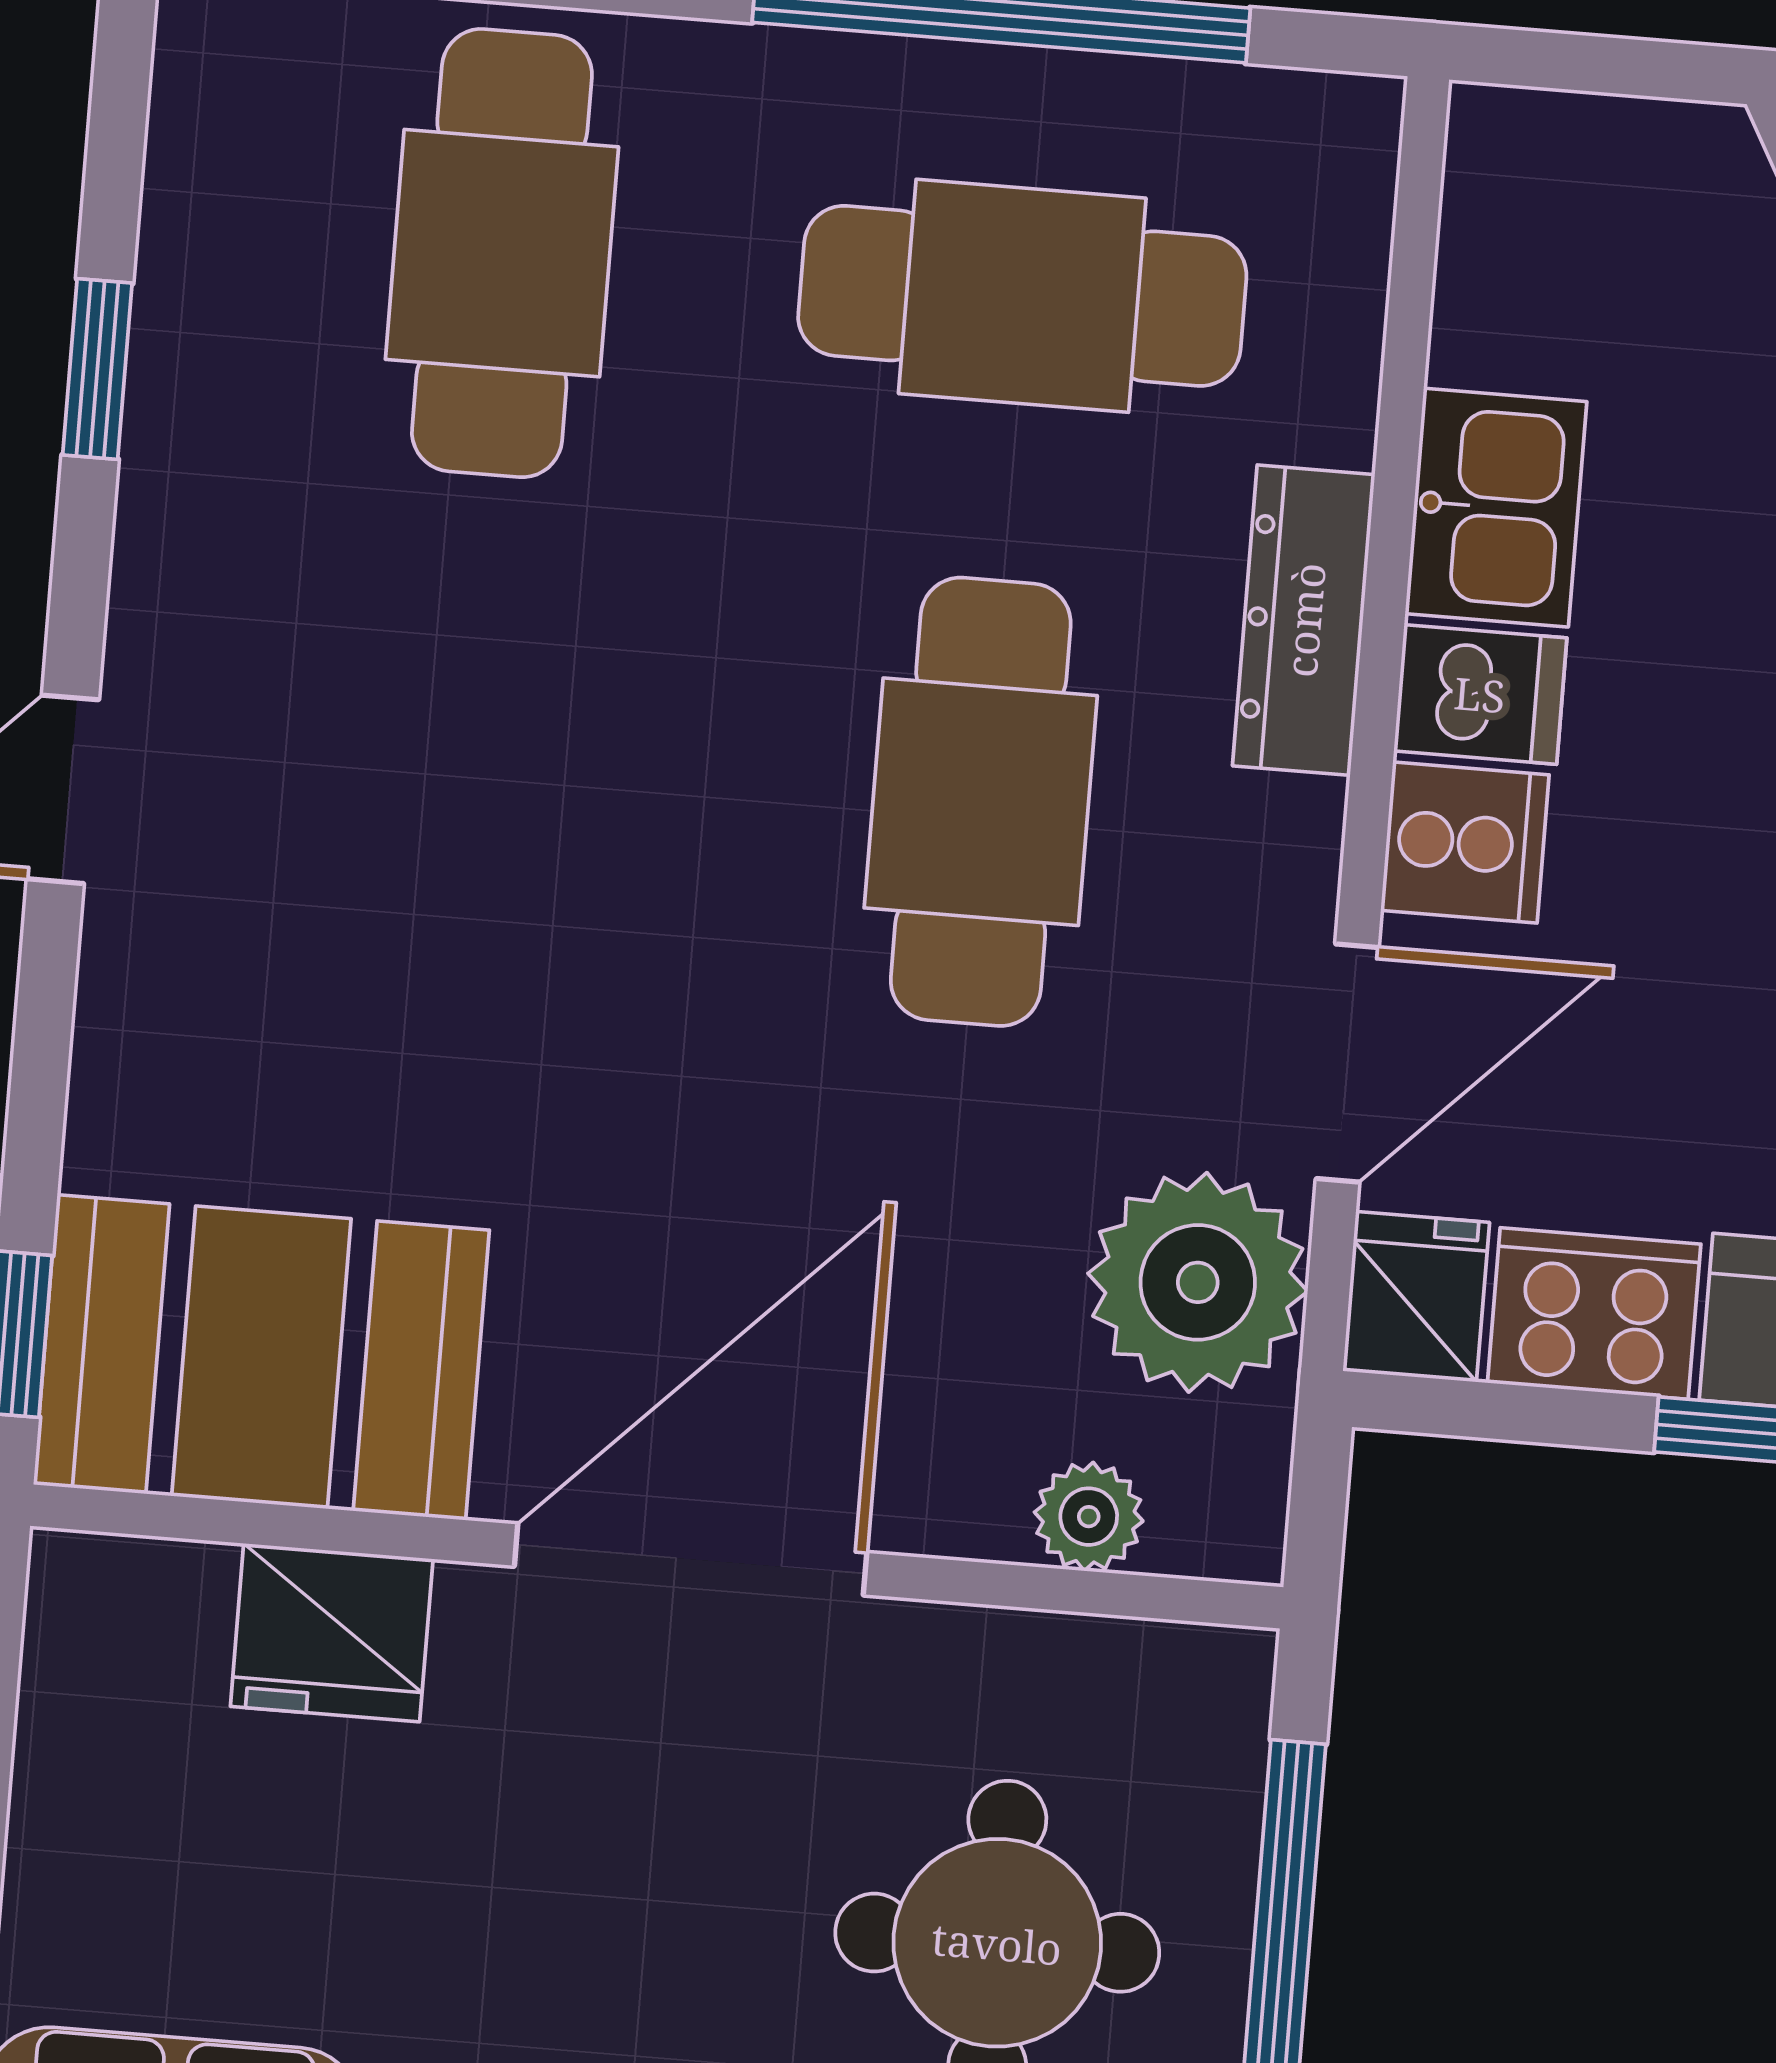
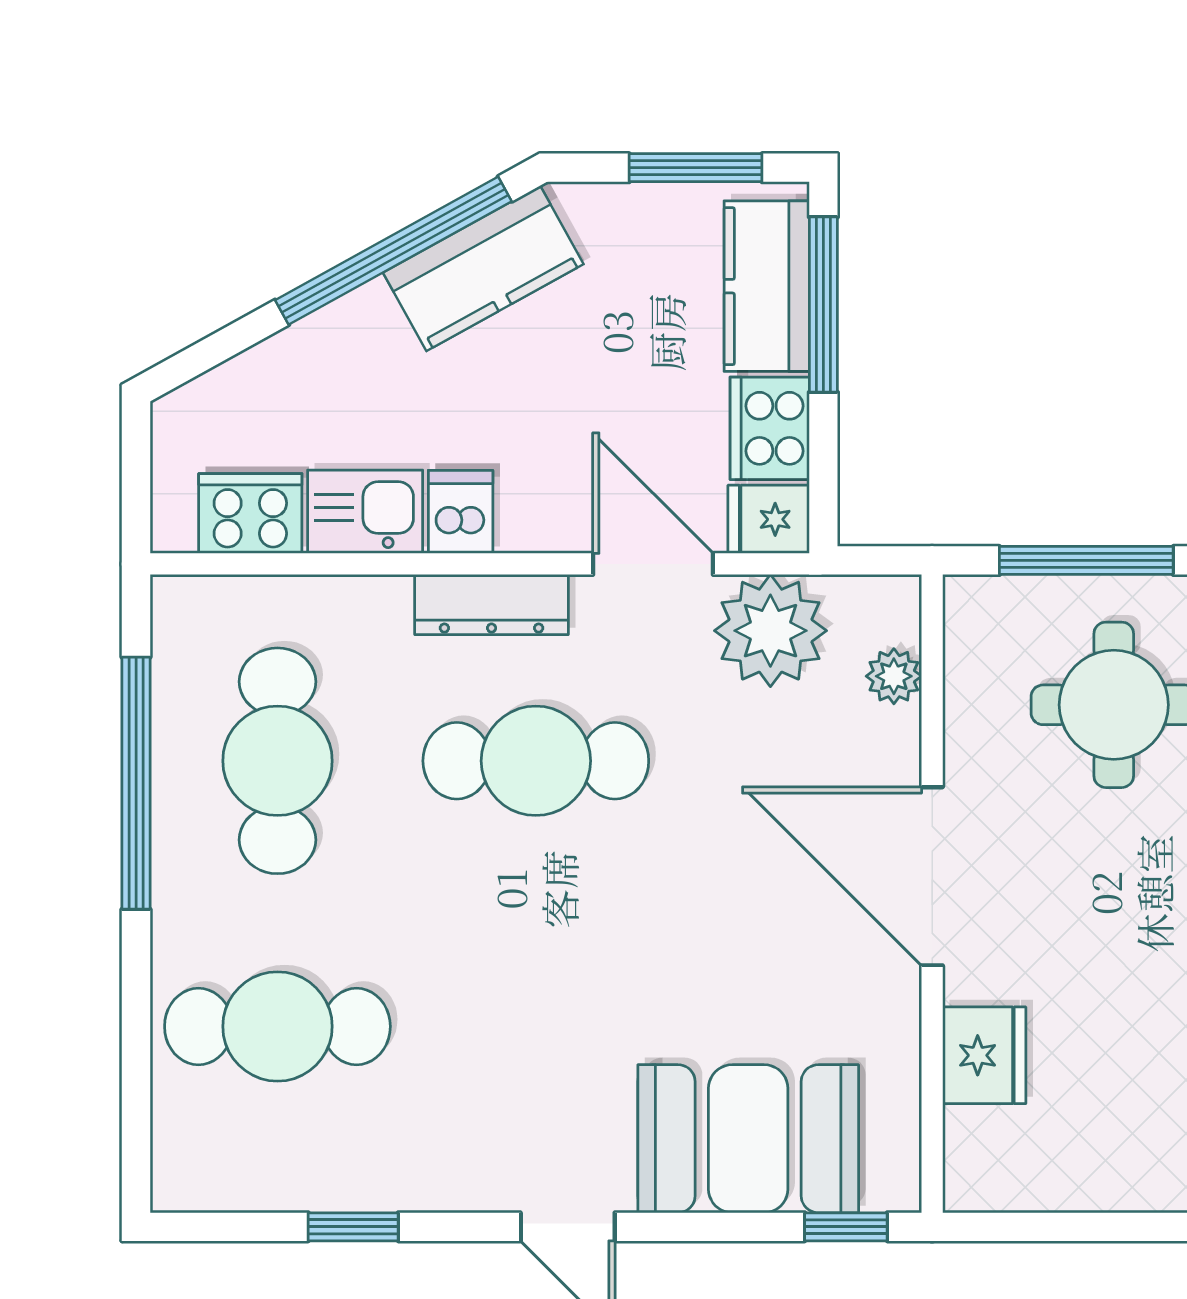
dresser: (1304, 620) -> (492, 605), moved
cooker: (1465, 843) -> (250, 514), moved, width x1.36
booth: (261, 1357) -> (748, 1139), moved, turned 90

